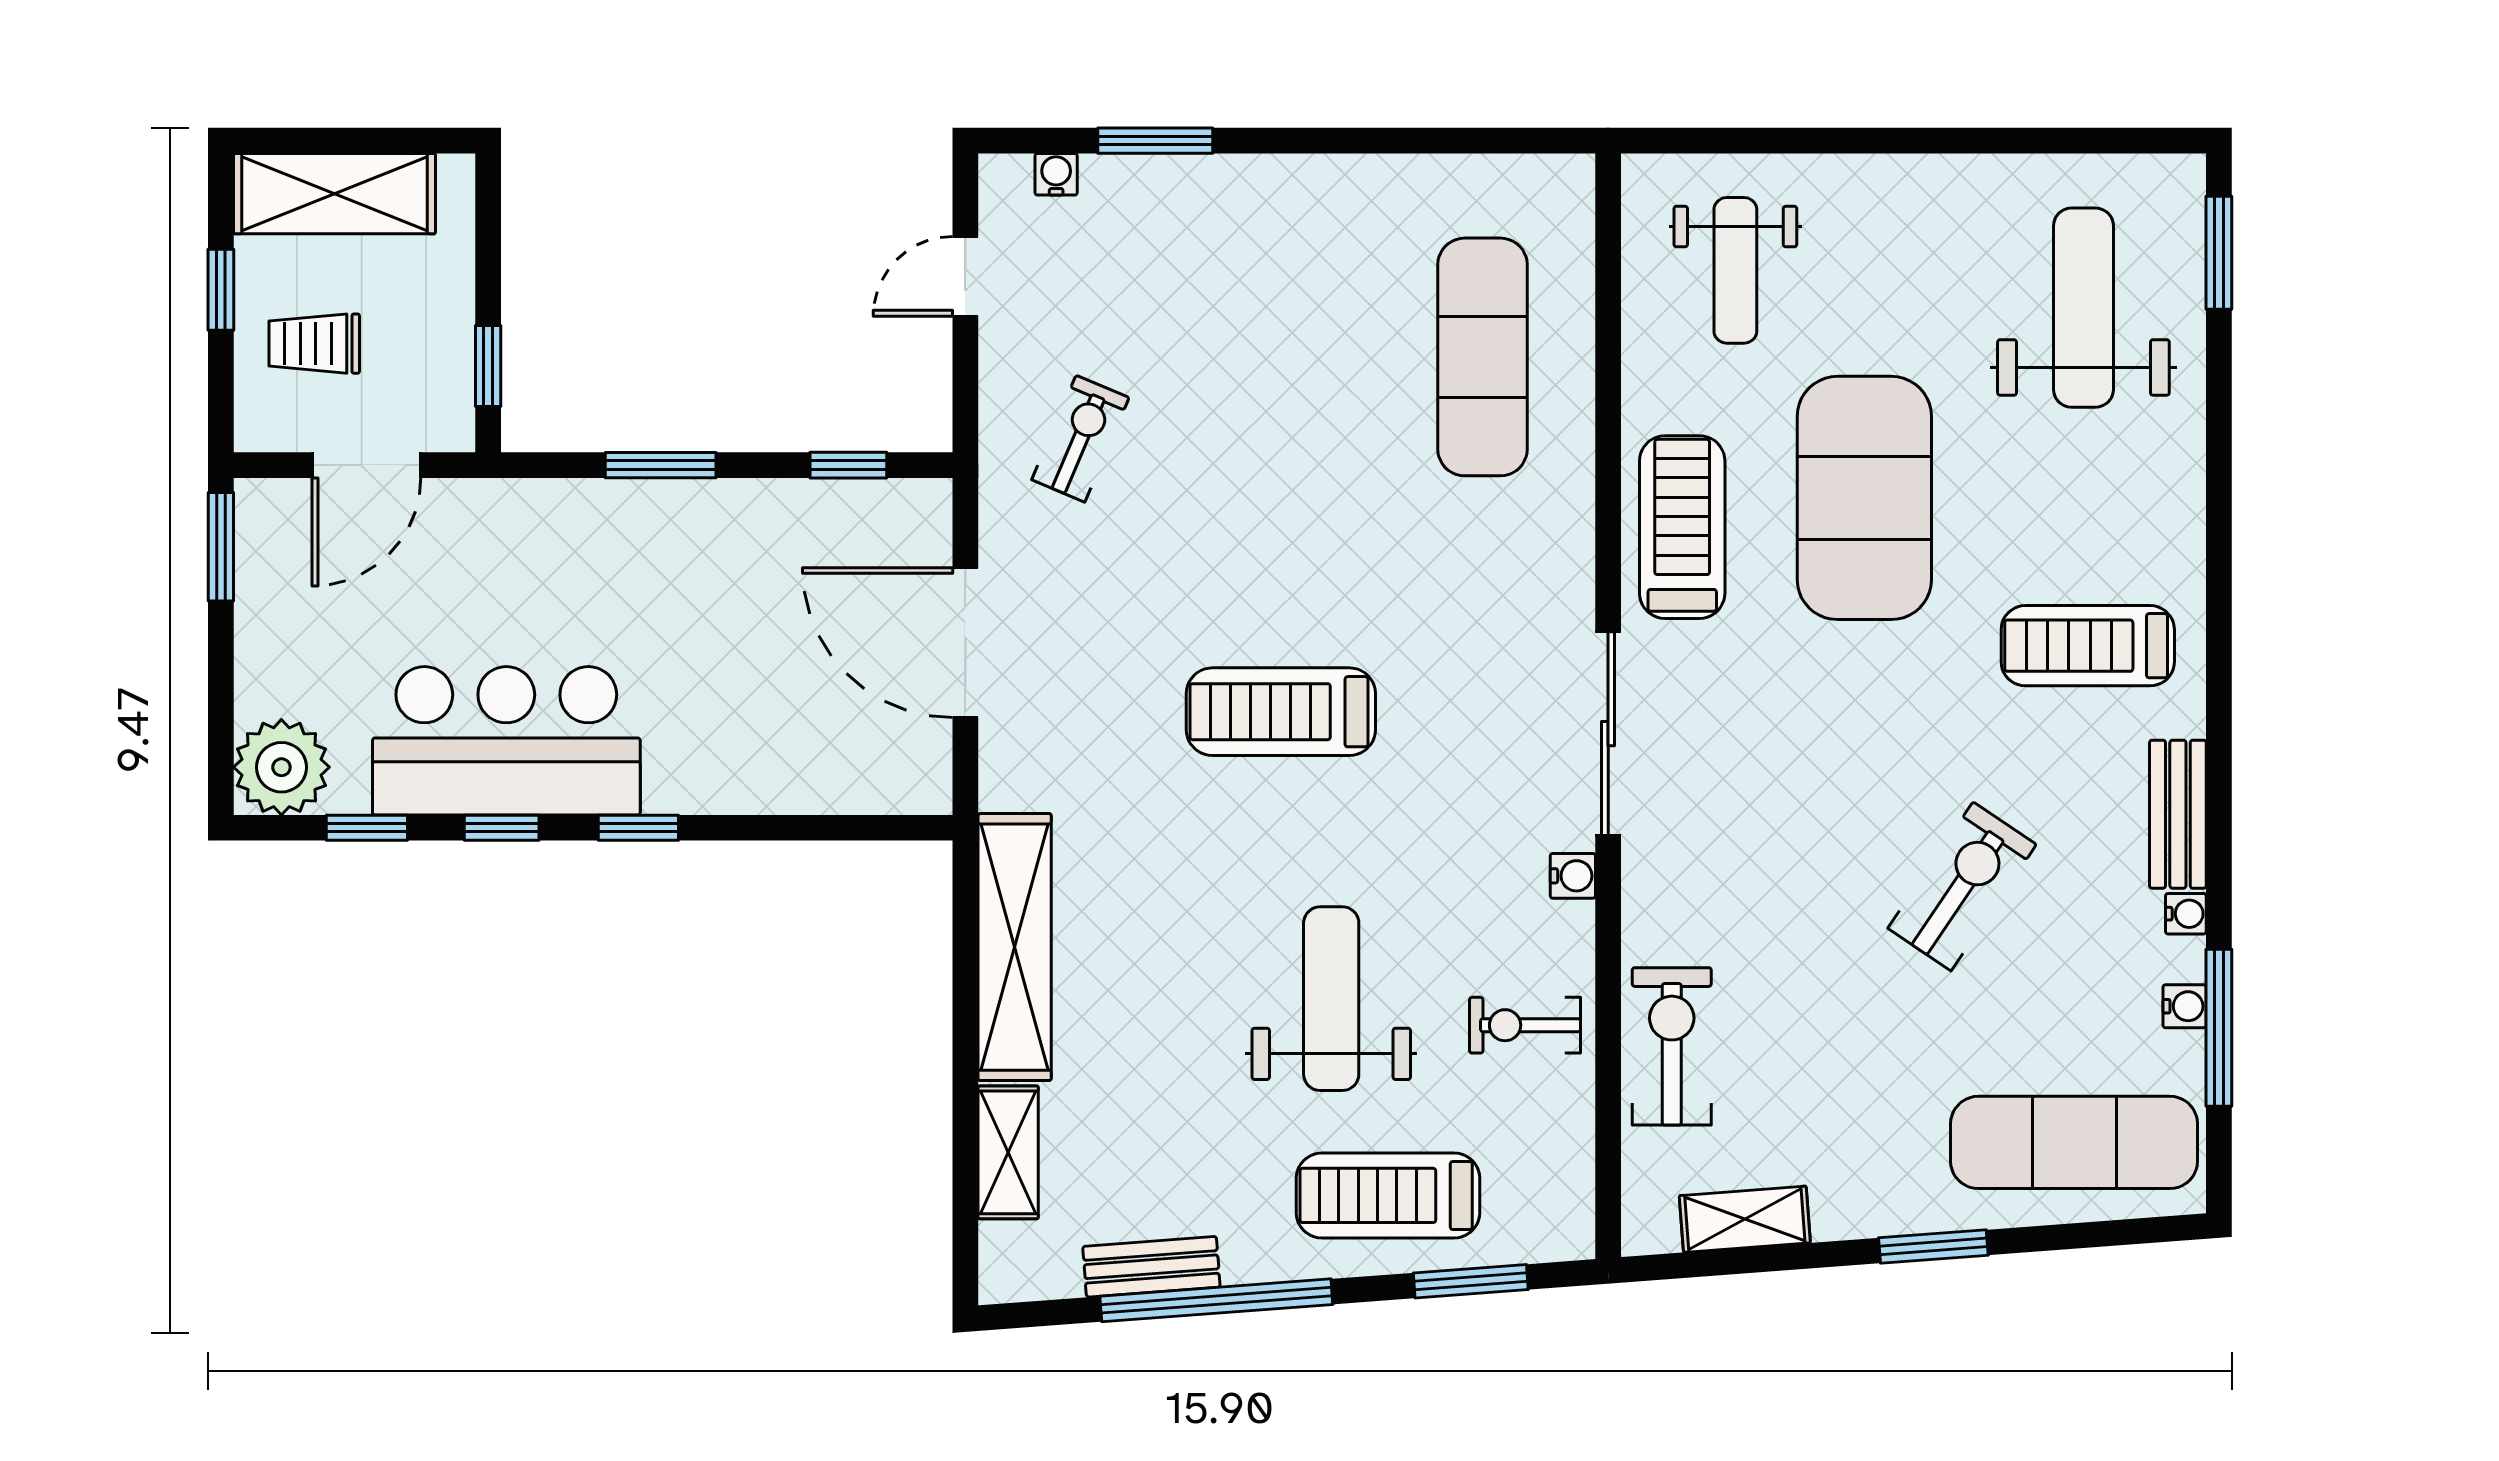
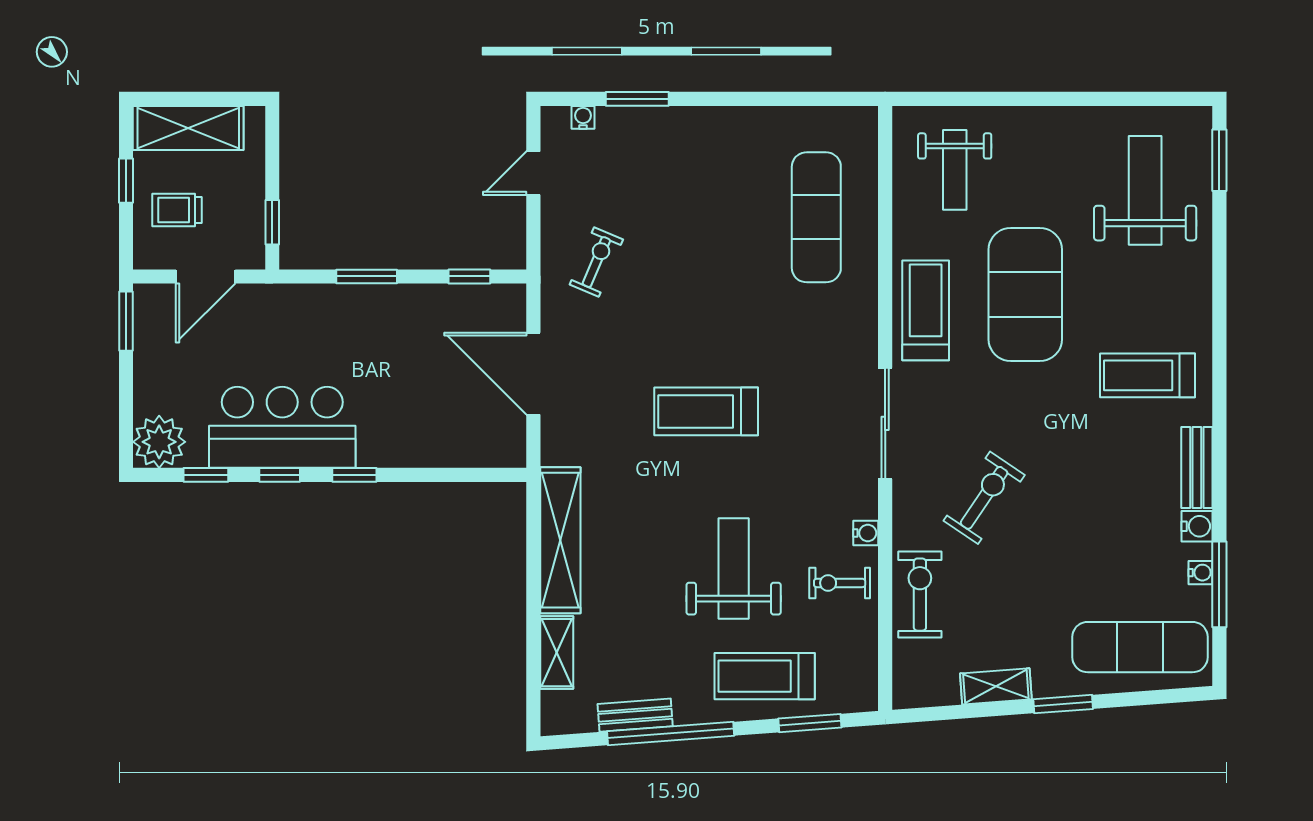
water cooler: (1573, 876) -> (866, 533), moved
exercise bike: (1962, 886) -> (984, 498), moved
water cooler: (2186, 914) -> (1197, 526), width x1.38, depth x1.38
shelving: (1745, 1219) -> (996, 686), moved

